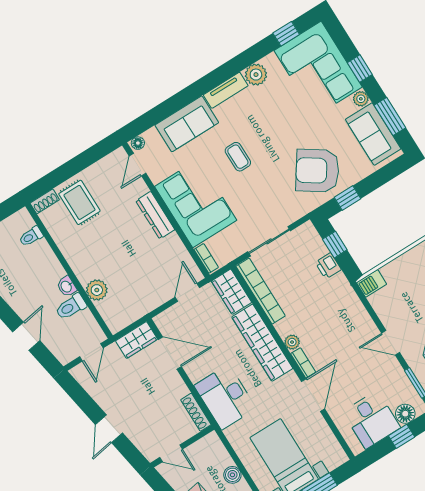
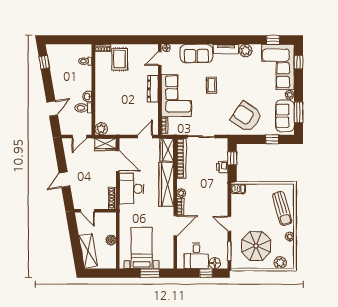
window: (360, 69) -> (299, 62), moved
window: (347, 198) -> (272, 139), moved
plant: (97, 290) -> (101, 129), moved
desk: (225, 397) -> (131, 189), moved

